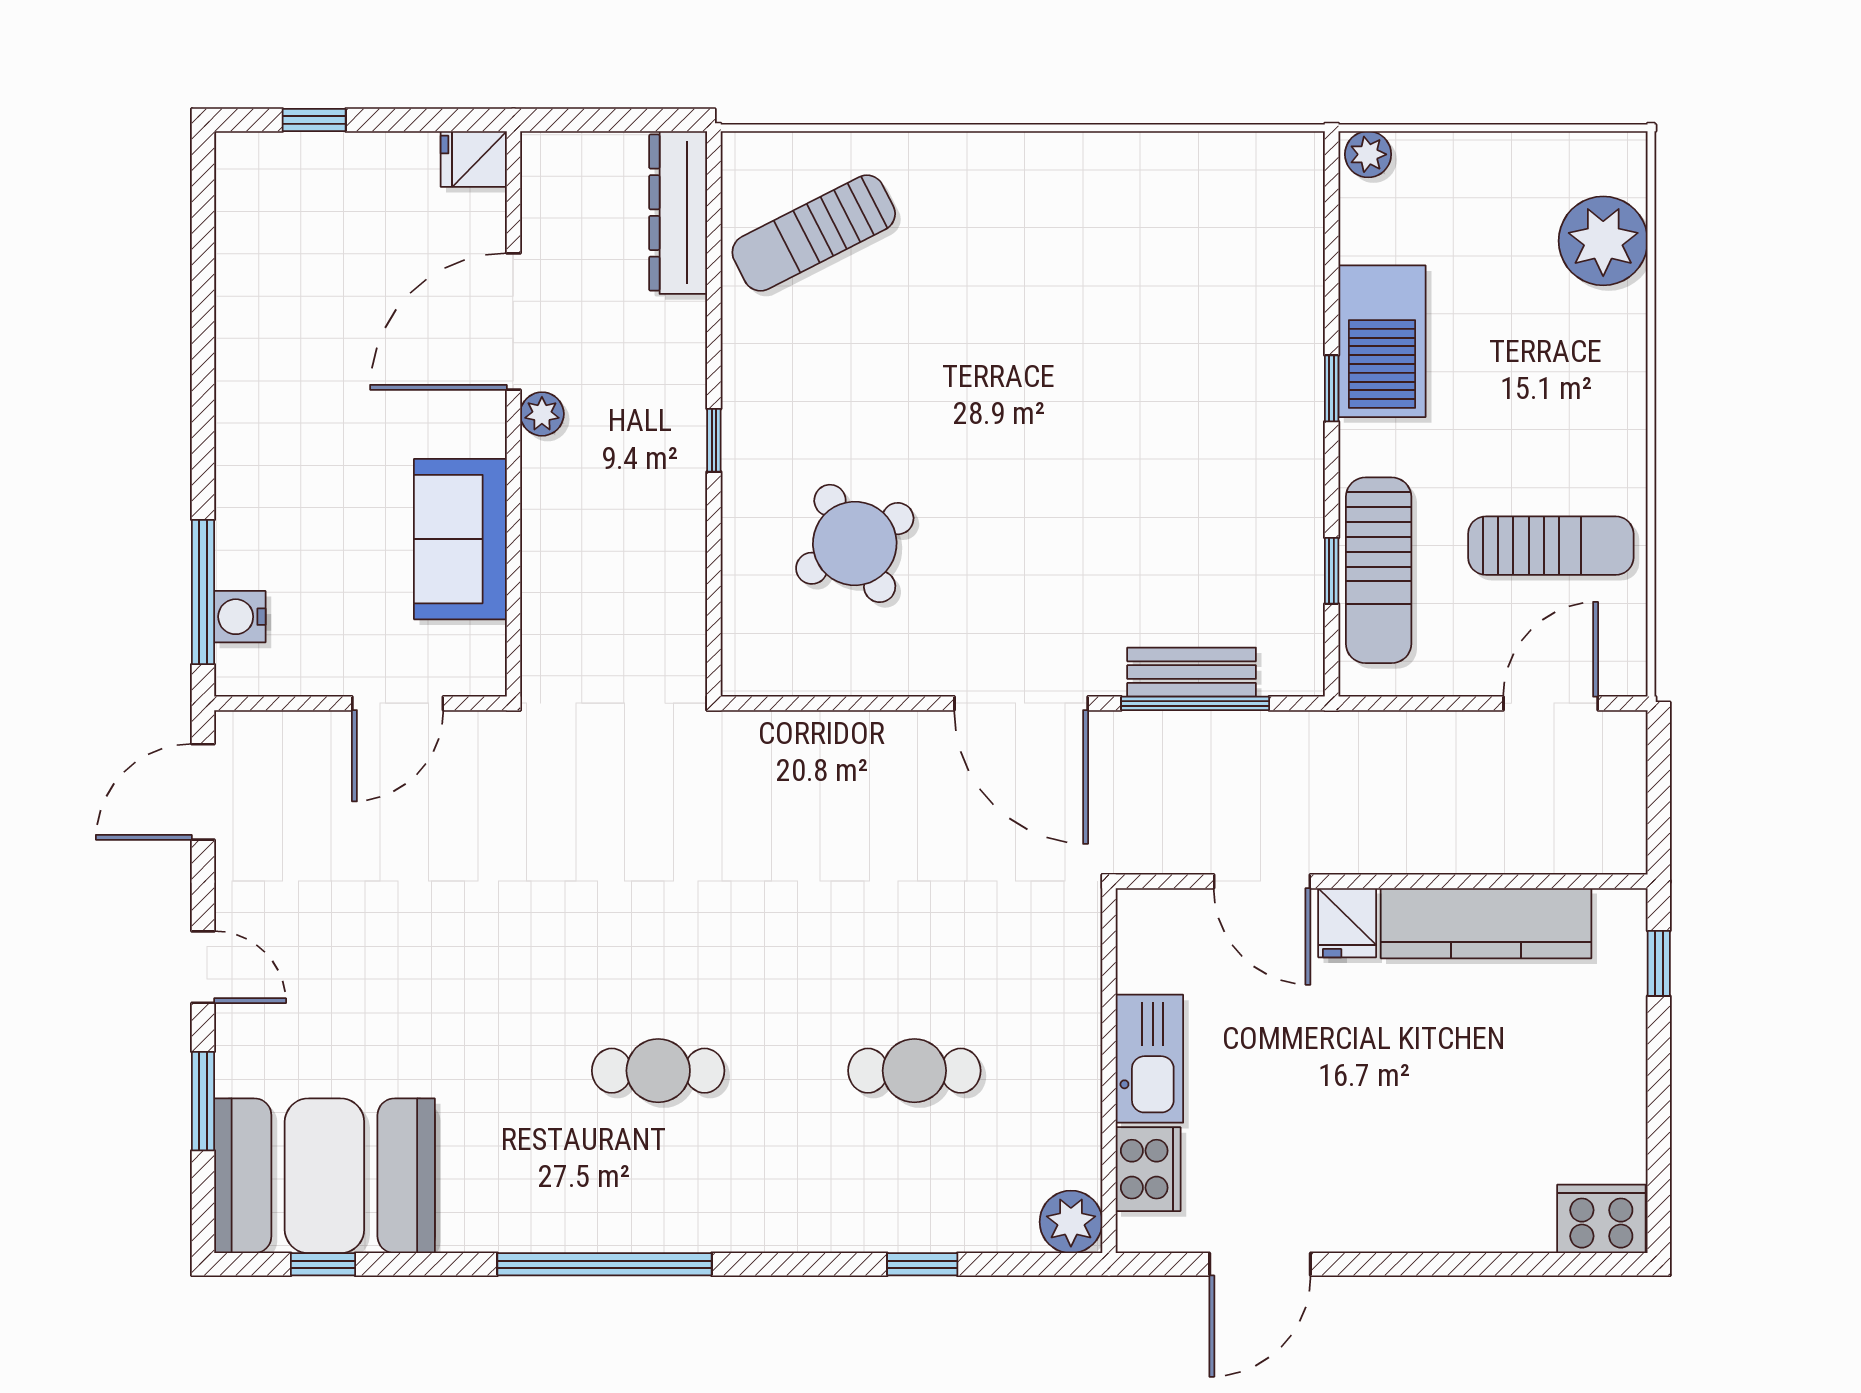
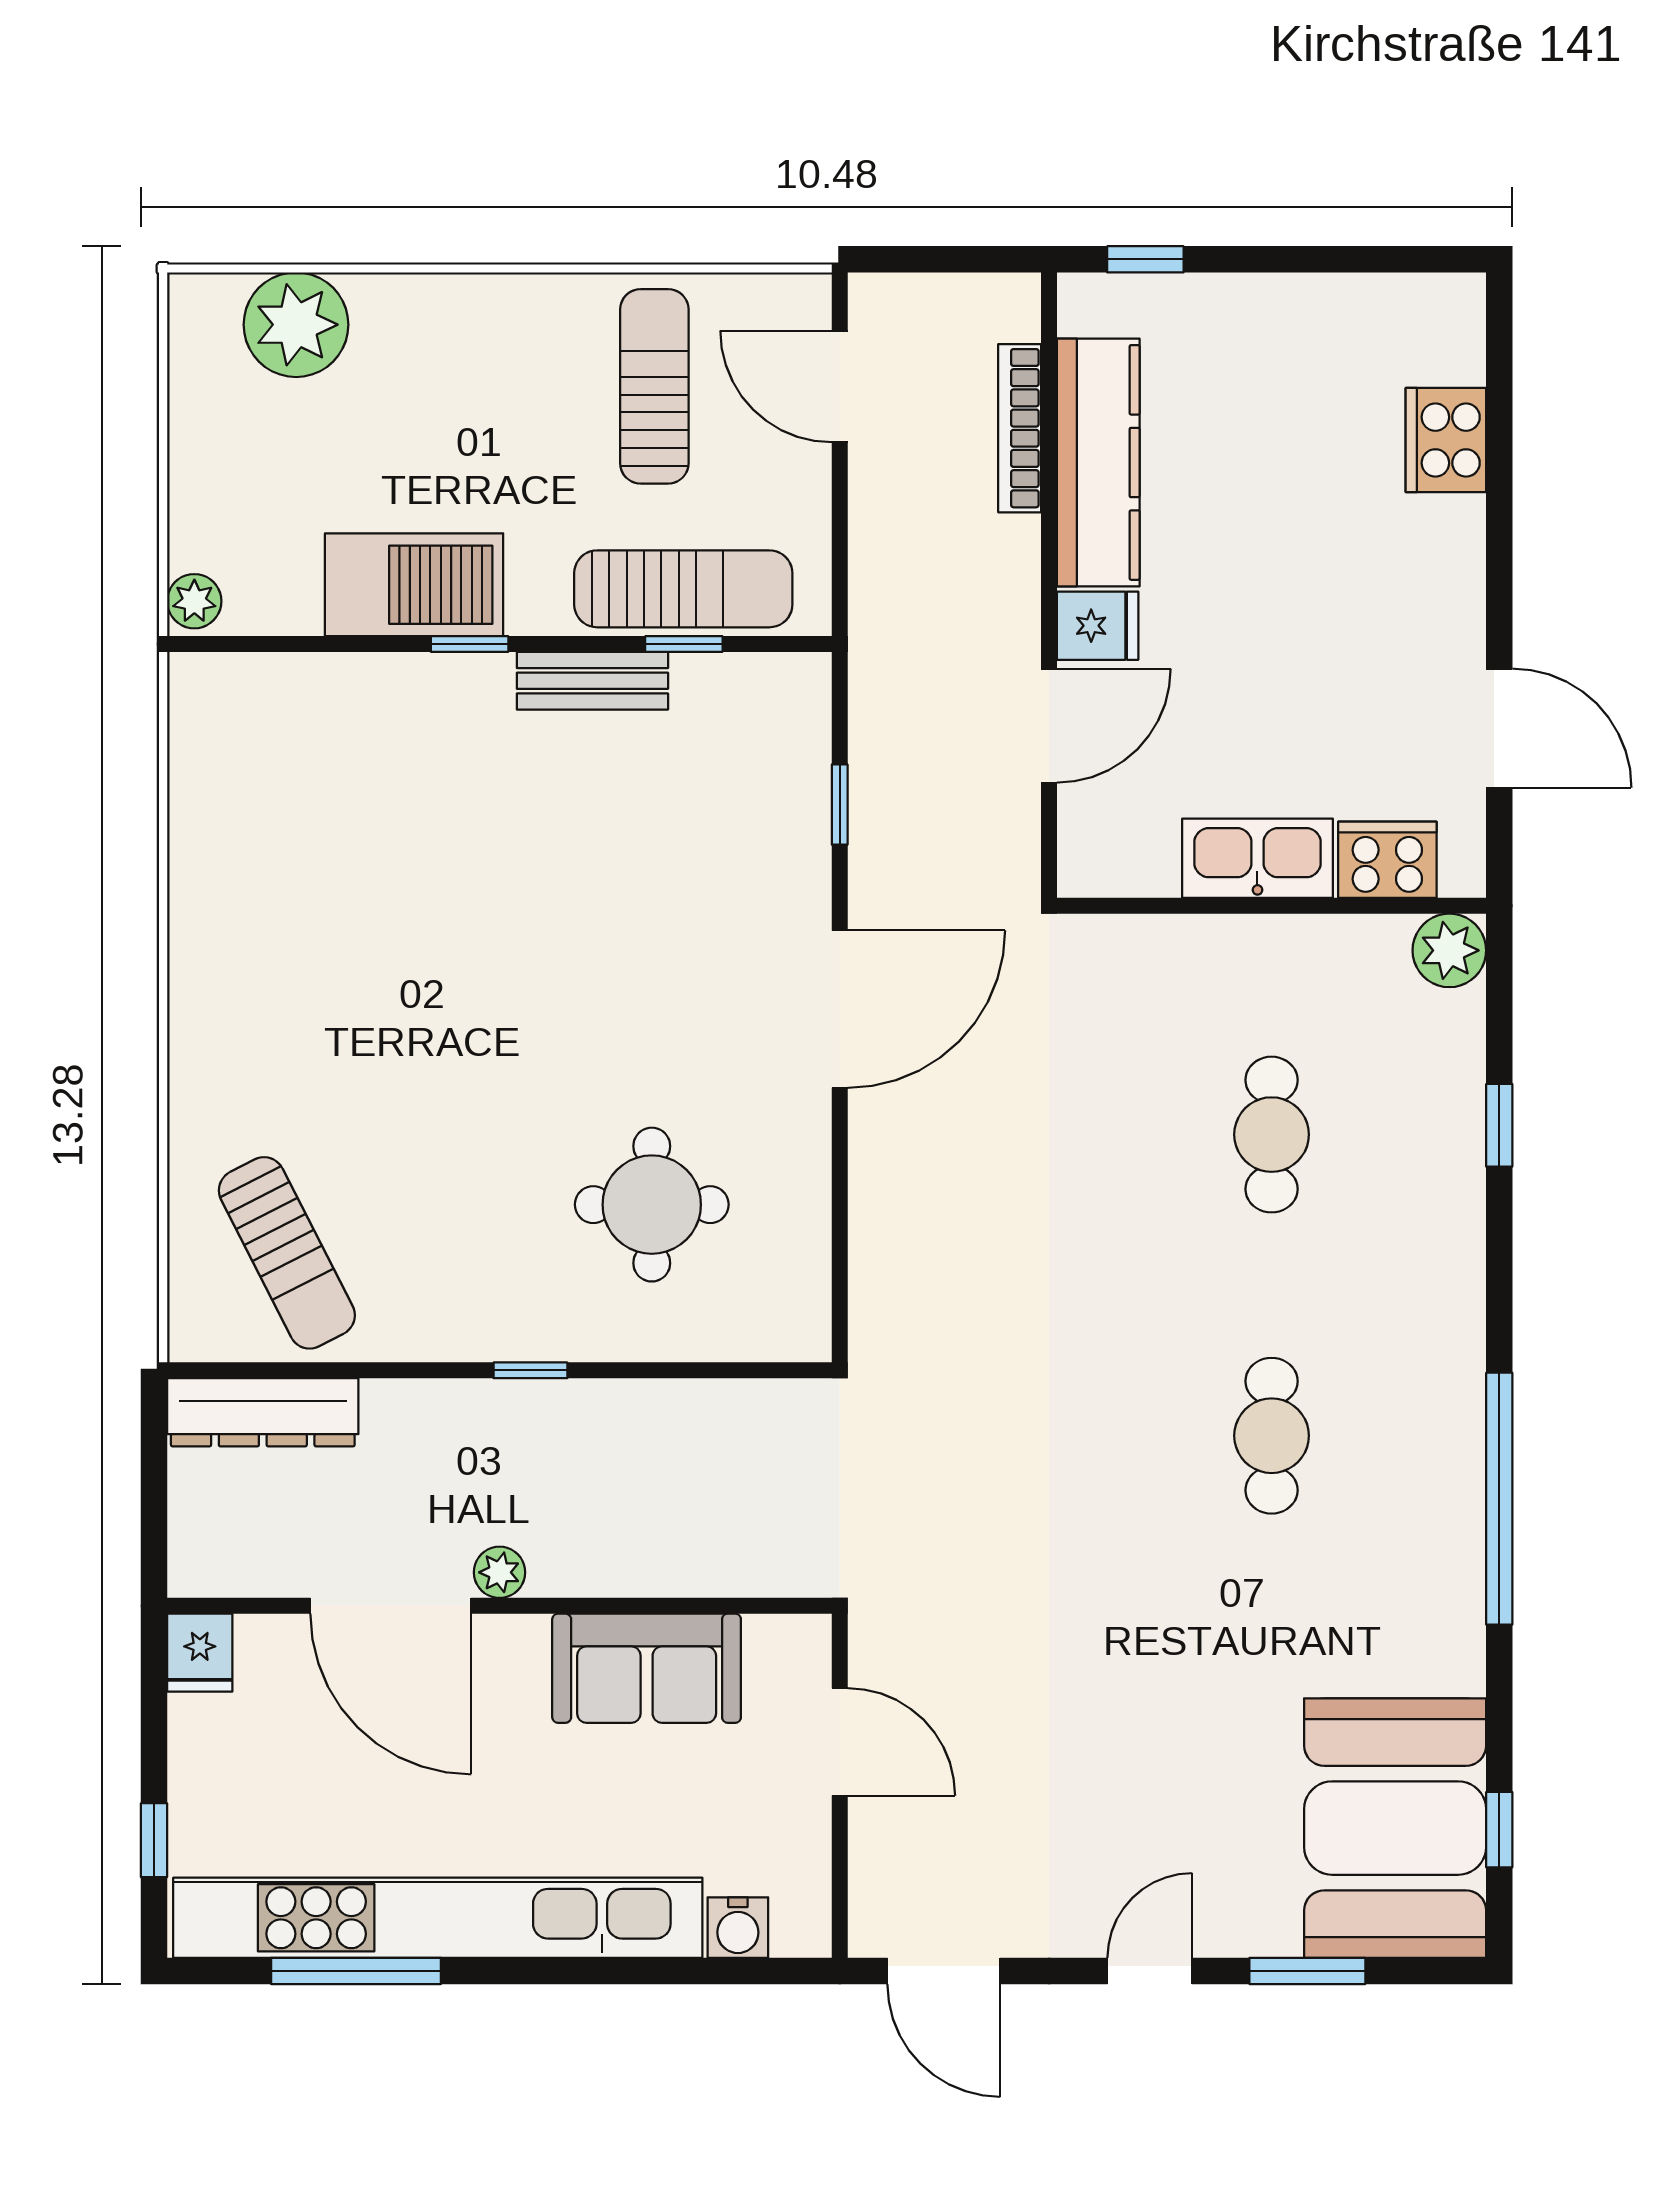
kitchen unit: (248, 361) -> (438, 1918), added
round table: (855, 543) -> (652, 1205), turned 30
window: (203, 592) -> (356, 1971), moved
bench: (1192, 672) -> (592, 681), moved, turned 90
window: (1195, 703) -> (840, 805), width x0.46
bookcase: (1515, 856) -> (1020, 428), added
cooker: (1601, 1219) -> (1446, 440), moved

